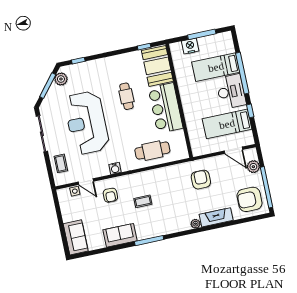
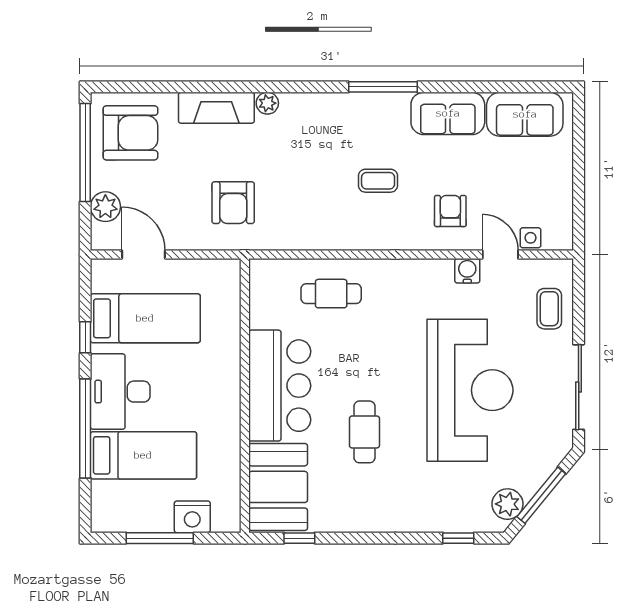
cafe table: (152, 151) -> (331, 294), width x0.73, depth x0.74
water cooler: (115, 168) -> (467, 271), moved
sofa: (76, 237) -> (525, 114), moved, turned -90

